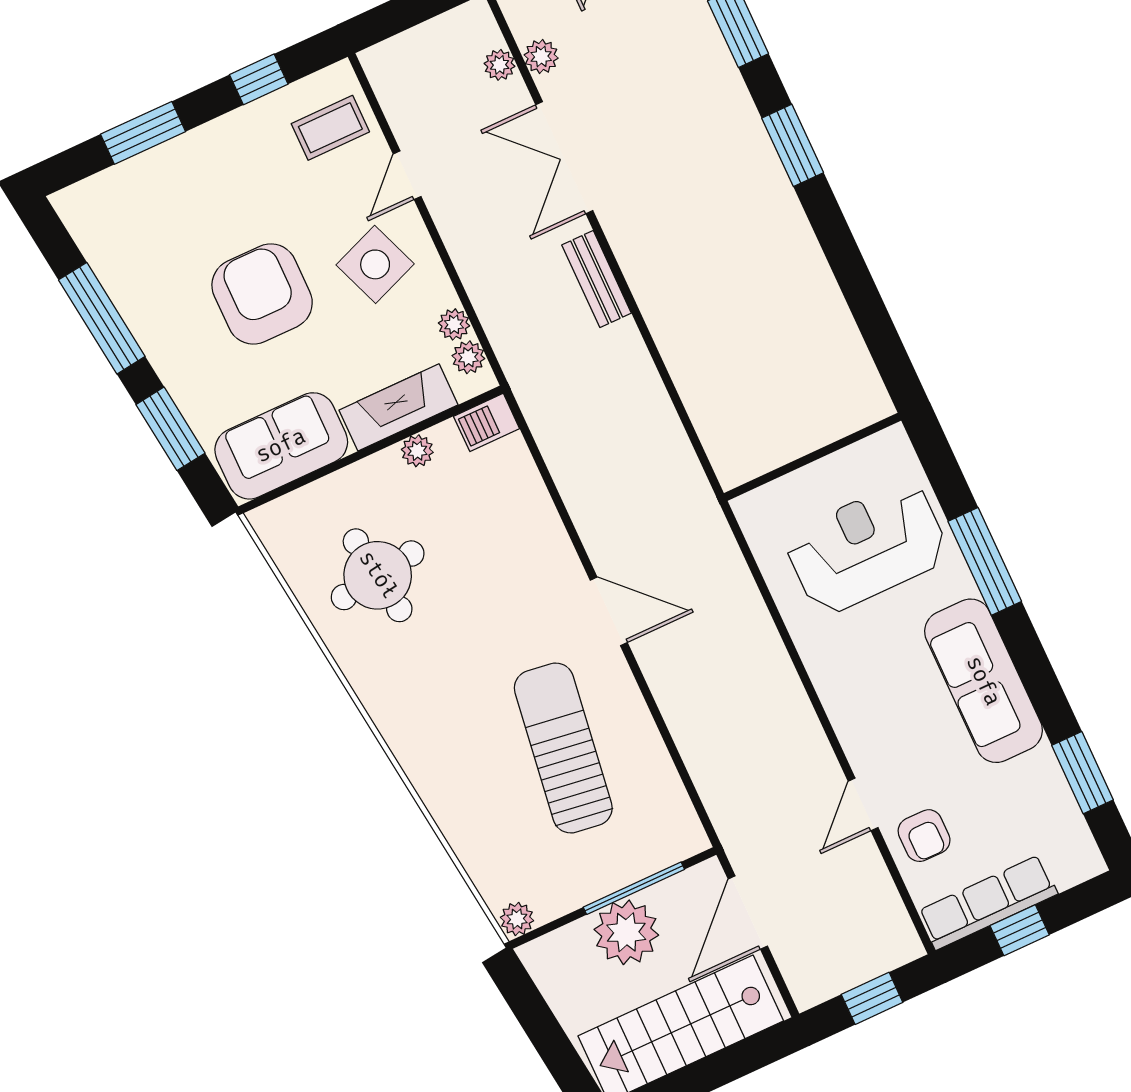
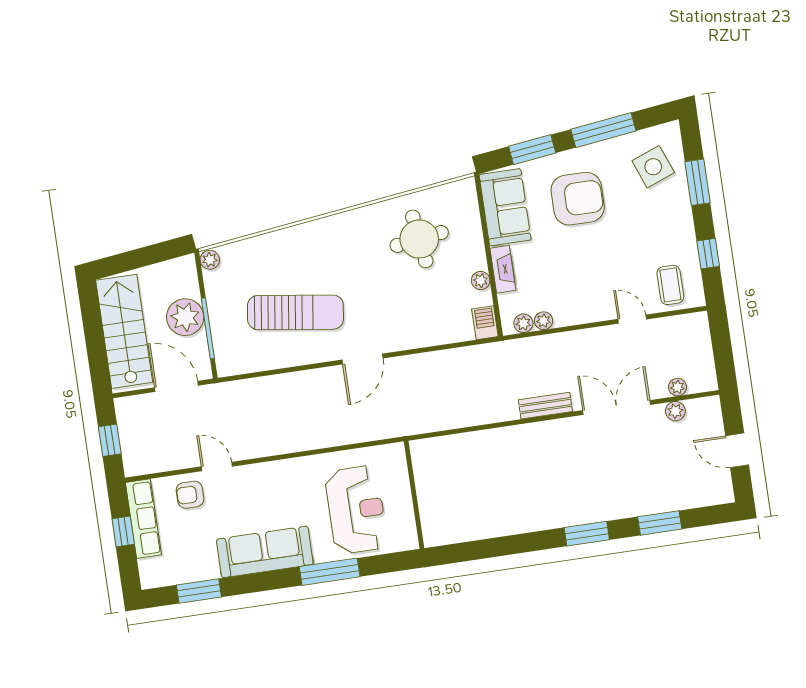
side table: (375, 264) -> (653, 167), moved
armchair: (262, 294) -> (578, 199), moved
fireplace: (398, 407) -> (503, 269), width x0.73, depth x0.76

